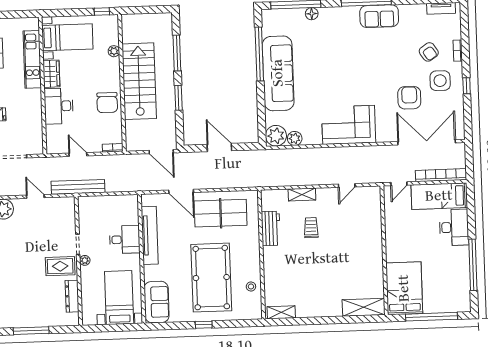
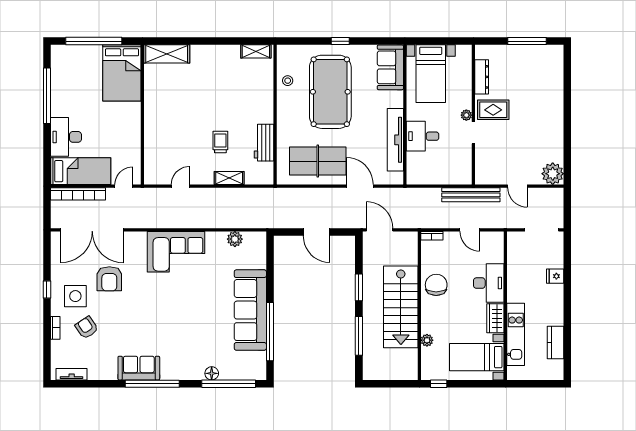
plant: (276, 136) -> (255, 243), removed
trolley: (311, 228) -> (220, 142), turned 180

